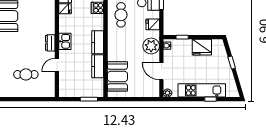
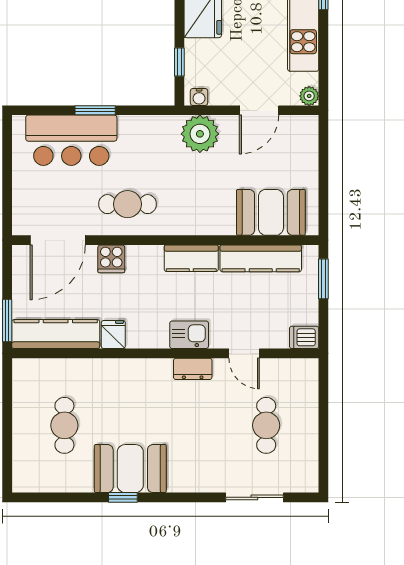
fridge: (153, 24) -> (150, 130), removed
kitchen counter: (98, 66) -> (261, 258), width x1.50
dishwasher: (64, 91) -> (304, 337), added

